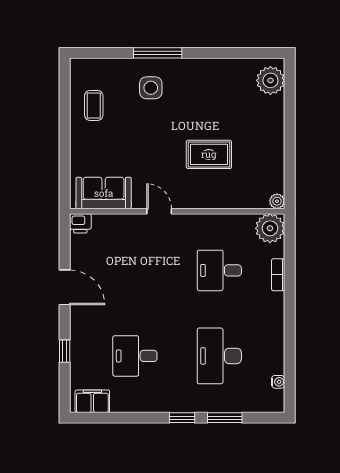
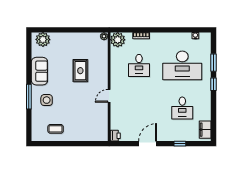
sofa: (104, 193) -> (39, 71), moved, turned 180
desk: (219, 356) -> (182, 65), width x1.36, depth x1.30

